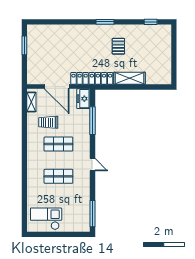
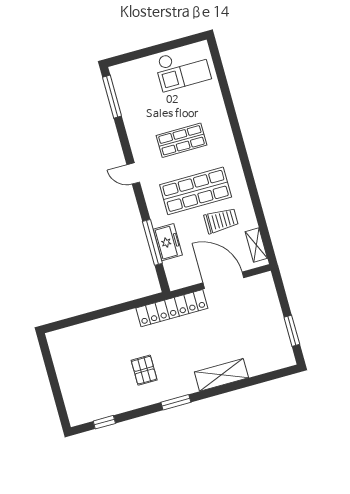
shelving: (130, 78) -> (221, 375), moved
freezer: (83, 99) -> (168, 242), moved
shop shelf: (58, 144) -> (196, 191), width x1.43, depth x1.36

